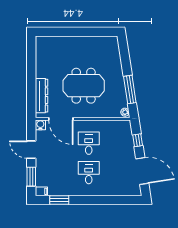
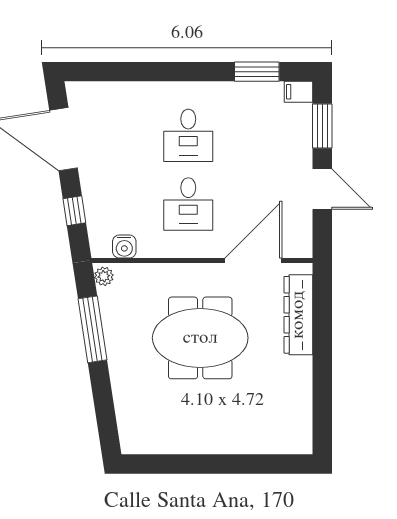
door: (61, 119) -> (253, 261), hinge flipped
water cooler: (40, 125) -> (124, 247), moved

